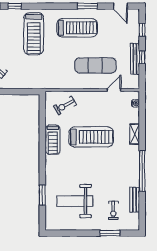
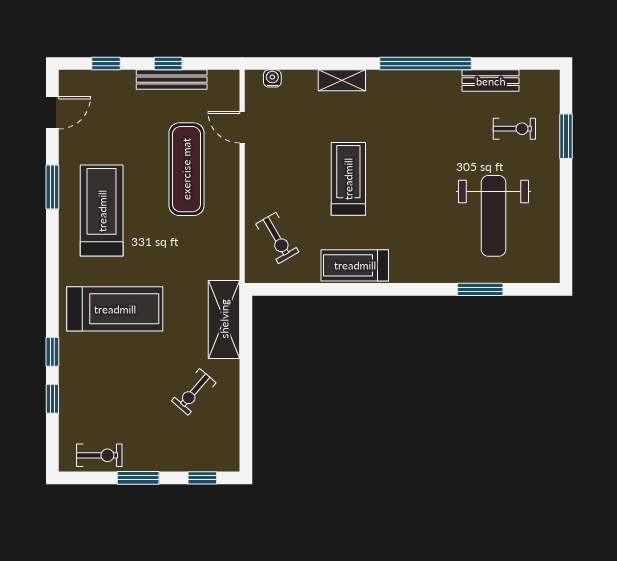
shelving: (29, 82) -> (224, 319), added
treadmill: (91, 137) -> (348, 179), width x0.73, depth x0.73
treadmill: (53, 140) -> (355, 265), turned 180

